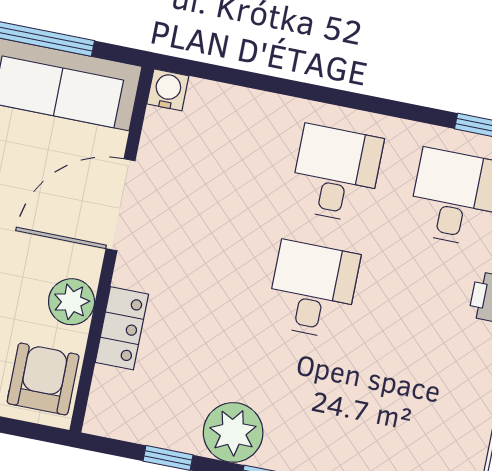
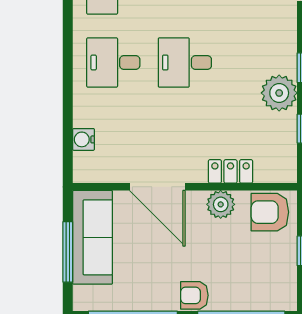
water cooler: (168, 90) -> (84, 139), moved

